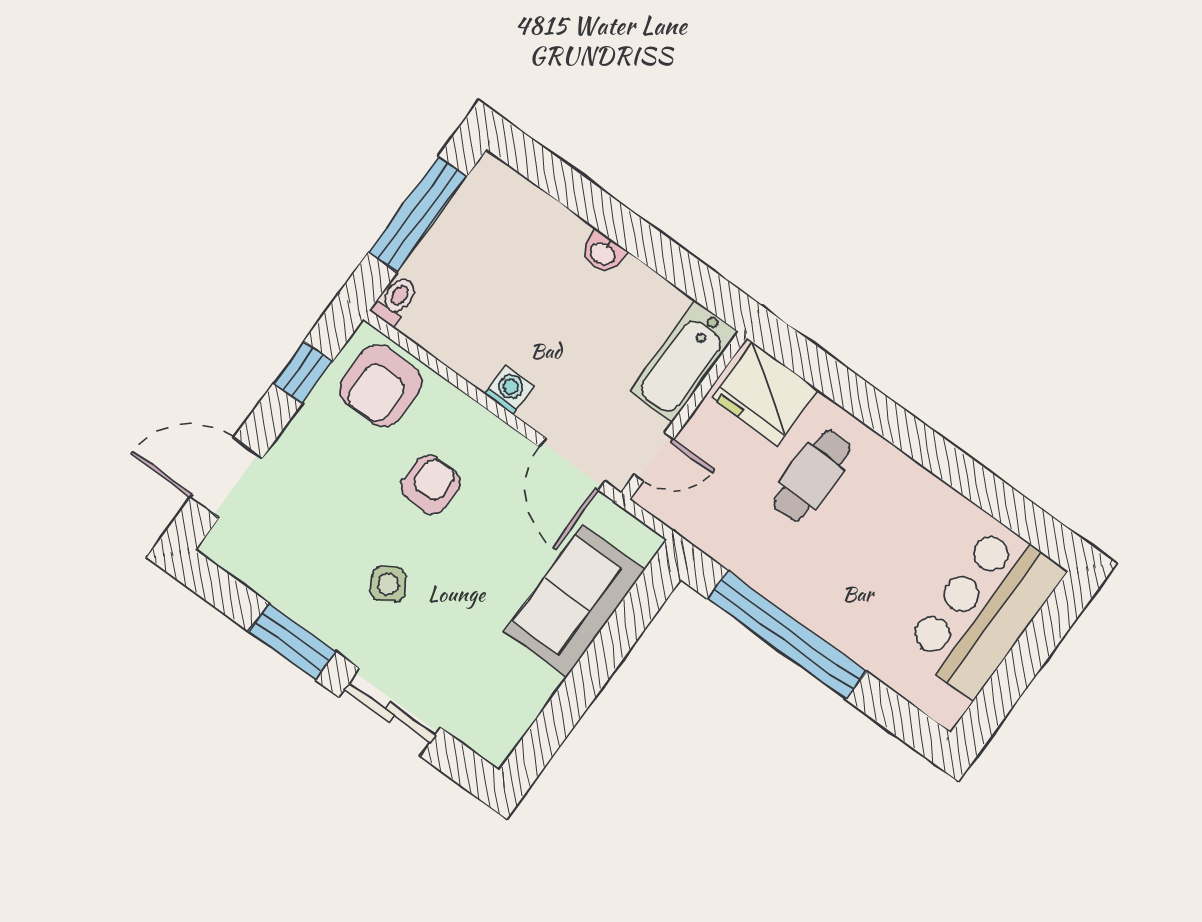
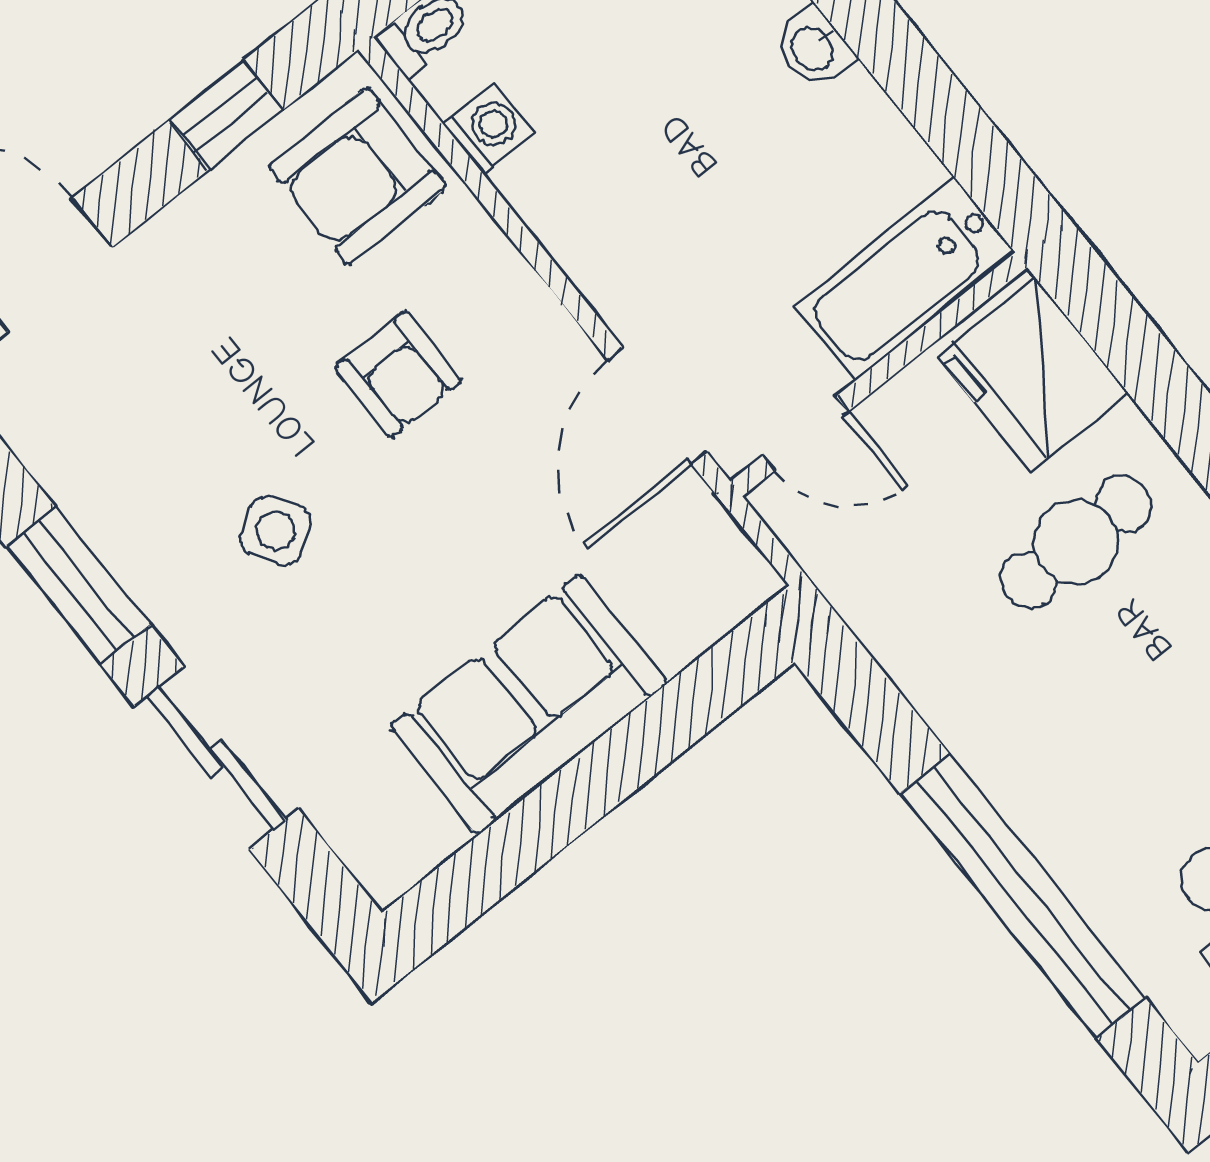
washing machine: (509, 390) -> (488, 128), moved
armchair: (431, 484) -> (398, 374), turned 90
sofa: (575, 601) -> (529, 704), moved
window: (787, 635) -> (1023, 896), moved

